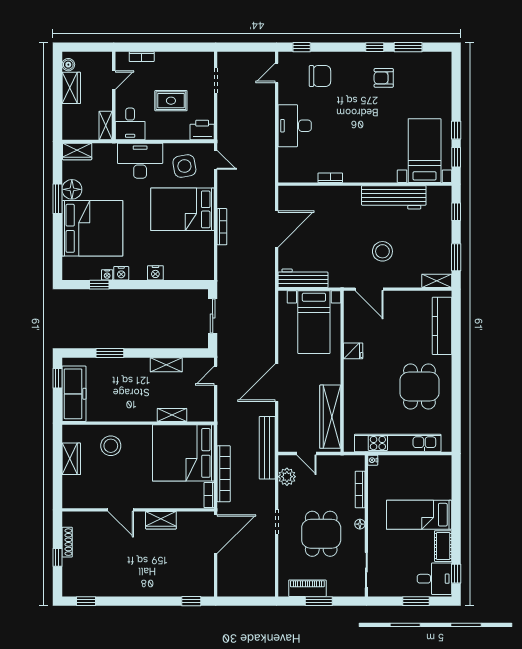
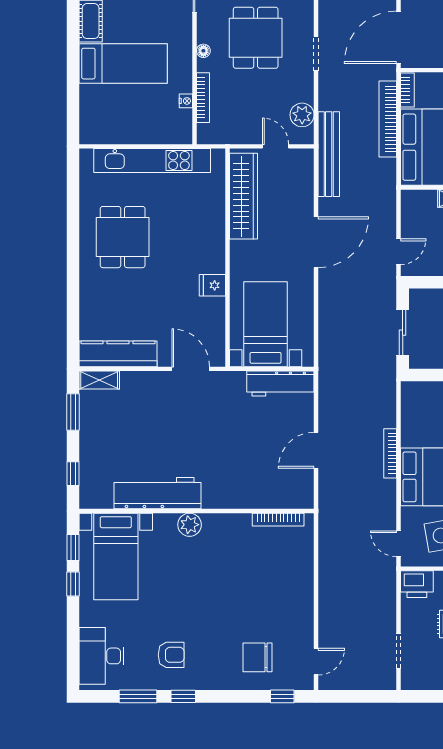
desk: (295, 126) -> (102, 656), moved, turned 180
plant: (370, 174) -> (190, 525), added
bookcase: (330, 178) -> (278, 520), moved, width x1.56
door: (277, 229) -> (316, 450), width x0.73
stool: (382, 251) -> (173, 420), removed
kitchen counter: (442, 326) -> (118, 354), moved, turned -90
nightstand: (373, 460) -> (186, 101), moved

